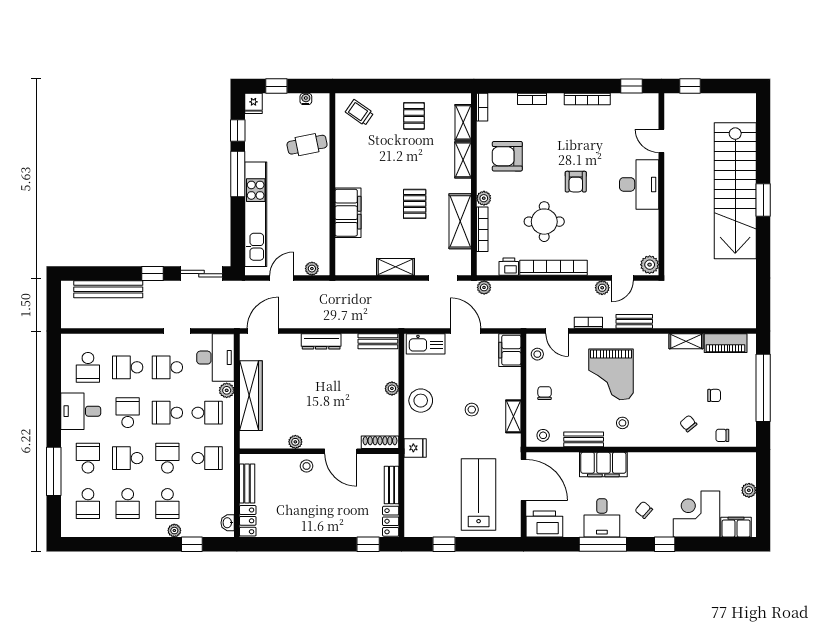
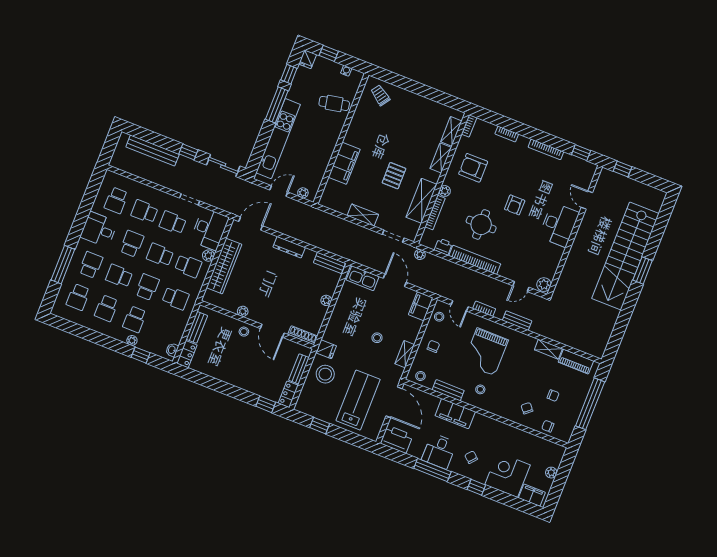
pallet: (414, 116) -> (418, 113), removed
plant: (602, 288) -> (504, 288), removed
stool: (421, 401) -> (325, 374), moved

